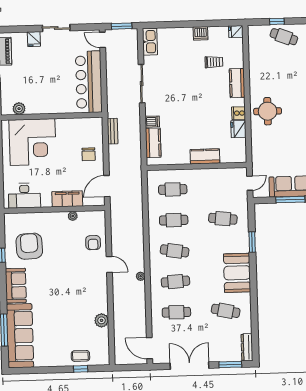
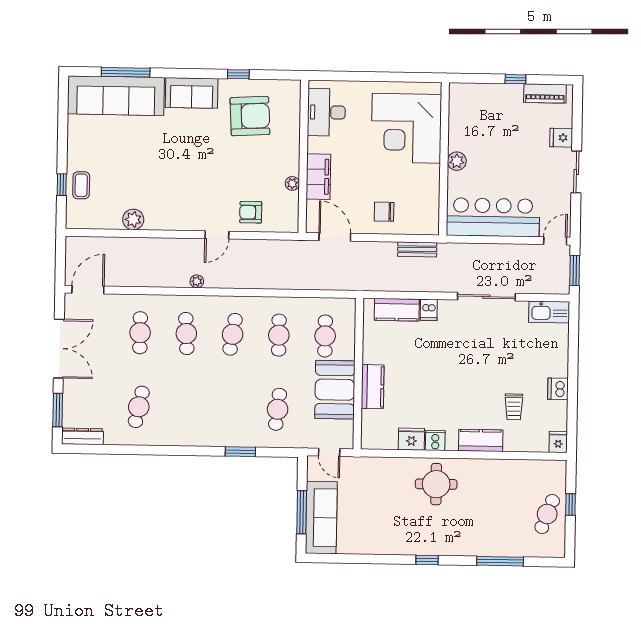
plant: (19, 109) -> (457, 161), moved
booth: (237, 273) -> (335, 390), moved, turned 90

